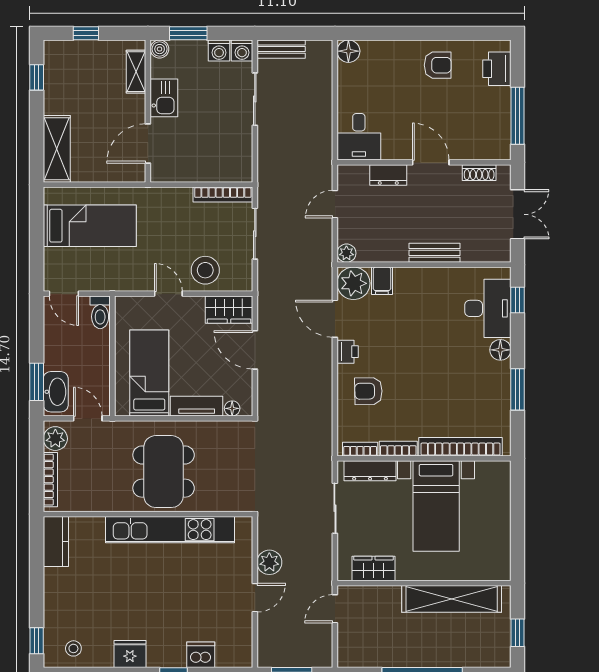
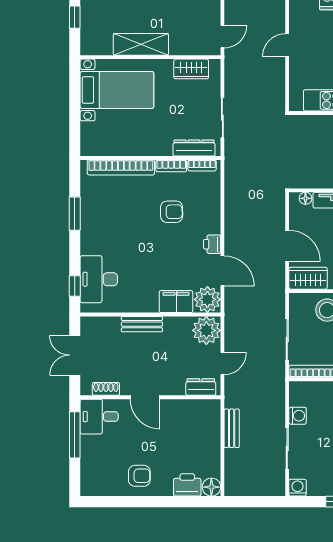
bench: (281, 49) -> (232, 428), moved, turned 90
washing machine: (219, 51) -> (298, 416), moved, turned 90
armchair: (438, 65) -> (139, 476), turned 180
printer: (497, 69) -> (187, 485), moved, turned -90
desk: (359, 137) -> (99, 417), moved, turned -90
dresser: (388, 175) -> (201, 387), moved
plant: (346, 253) -> (206, 330), width x1.88, depth x1.88
filing cabinet: (382, 281) -> (176, 302), width x2.00
floor lamp: (500, 350) -> (89, 246), removed
armchair: (368, 391) -> (172, 212), moved
bed with nightstands: (436, 506) -> (117, 90), moved, turned 90
plant: (269, 562) -> (275, 74), removed
shelving: (452, 599) -> (141, 44), width x0.68

